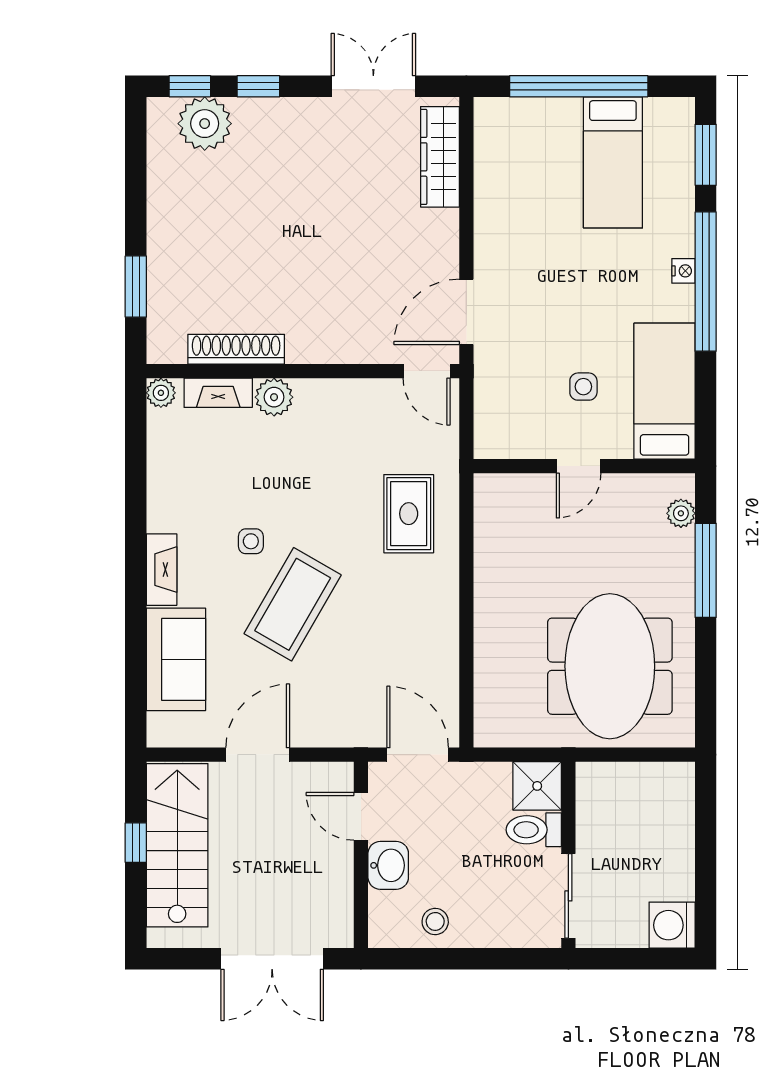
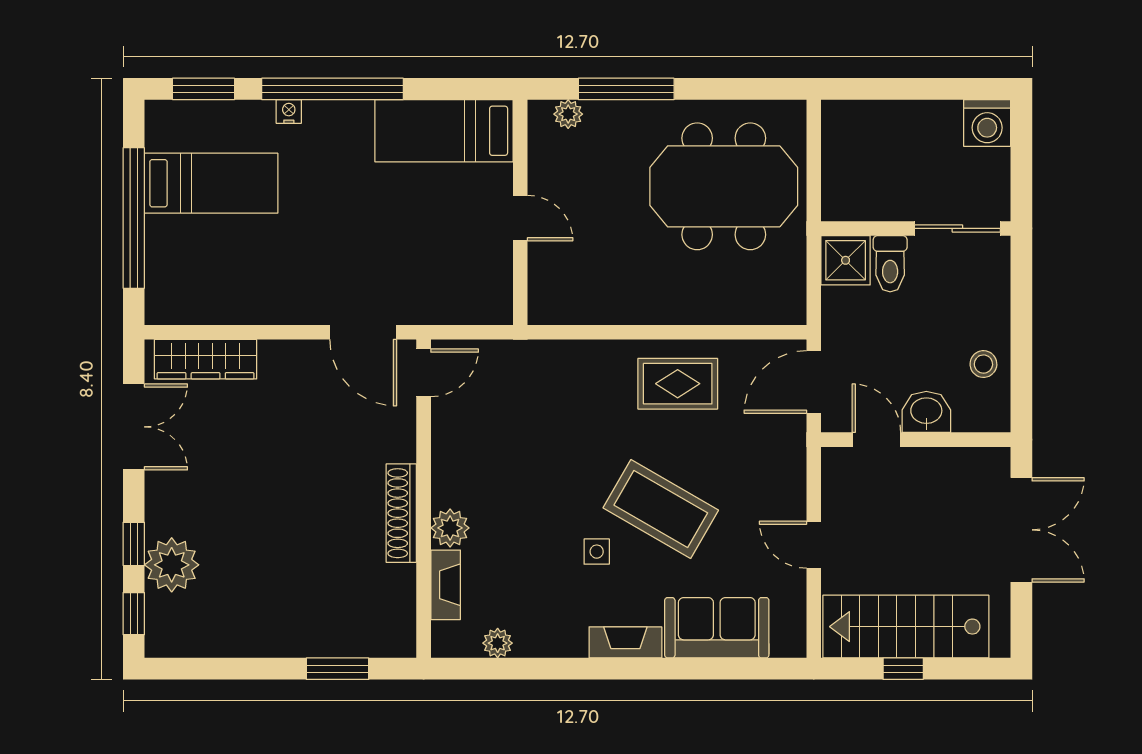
double door: (373, 86) -> (134, 427), swing flipped
plant: (205, 124) -> (172, 565), moved
nightstand: (683, 271) -> (289, 111), moved
shoe rack: (236, 349) -> (401, 513), moved
side table: (583, 387) -> (439, 213), removed
plant: (161, 393) -> (498, 643), moved
rug: (409, 514) -> (678, 384), moved
door: (258, 755) -> (814, 545), width x0.73
door: (361, 816) -> (876, 440), swing flipped

